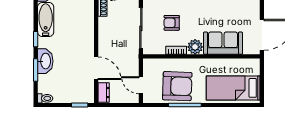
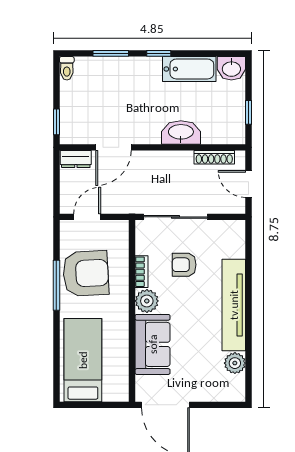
armchair: (172, 23) -> (184, 265), turned -90
washbasin: (45, 61) -> (181, 132), moved, turned 180
armchair: (177, 86) -> (86, 273), turned -95

